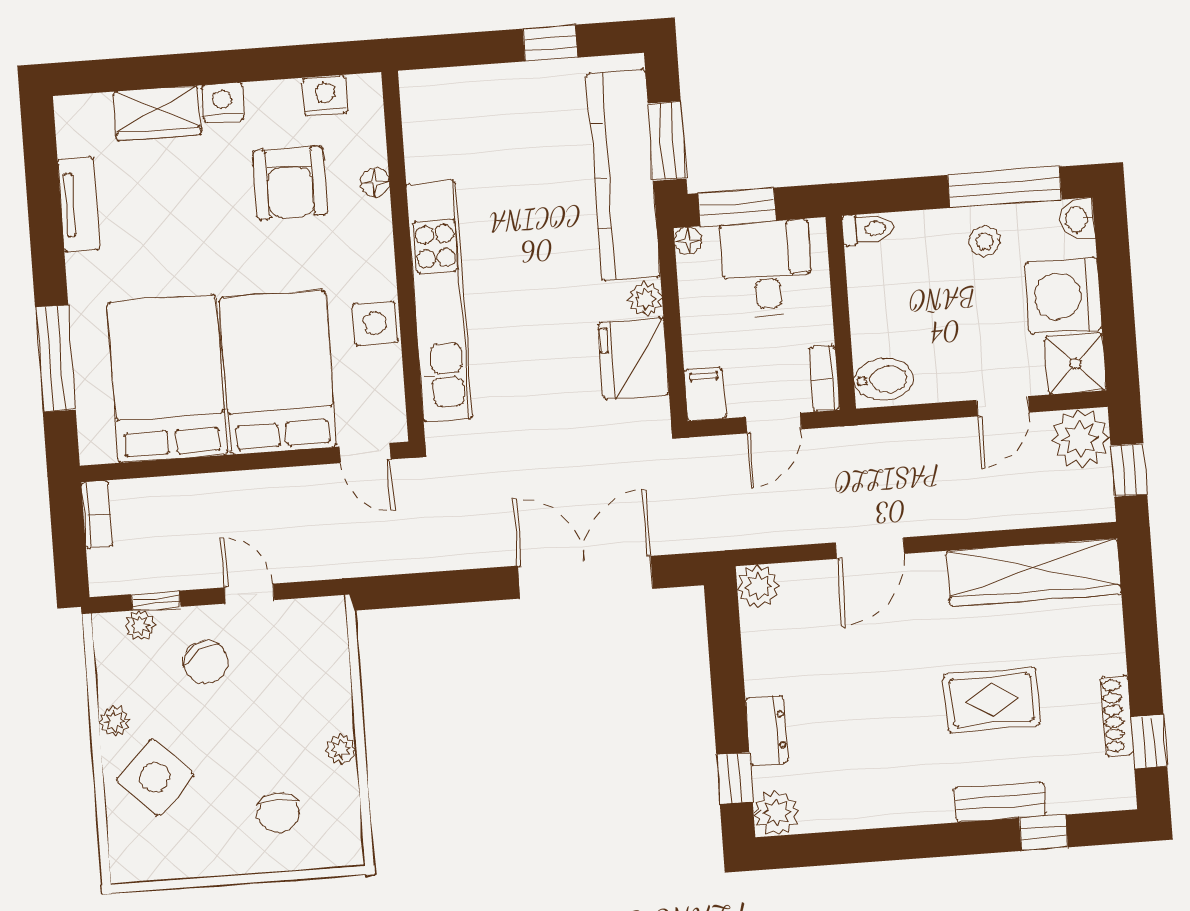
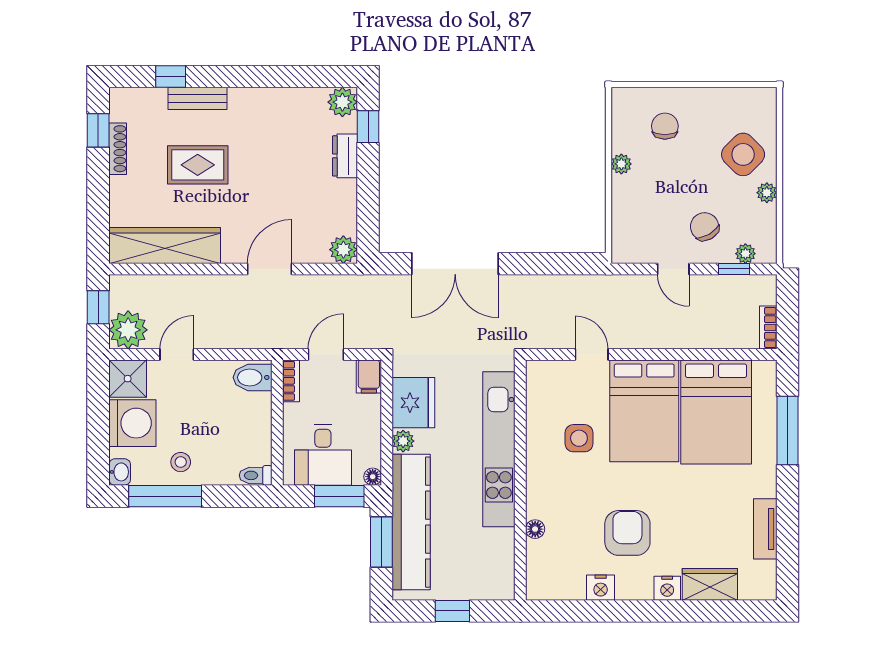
floor lamp: (375, 182) -> (535, 529), moved
wall: (403, 256) -> (520, 480), moved
kitchen unit: (439, 301) -> (499, 449), moved

